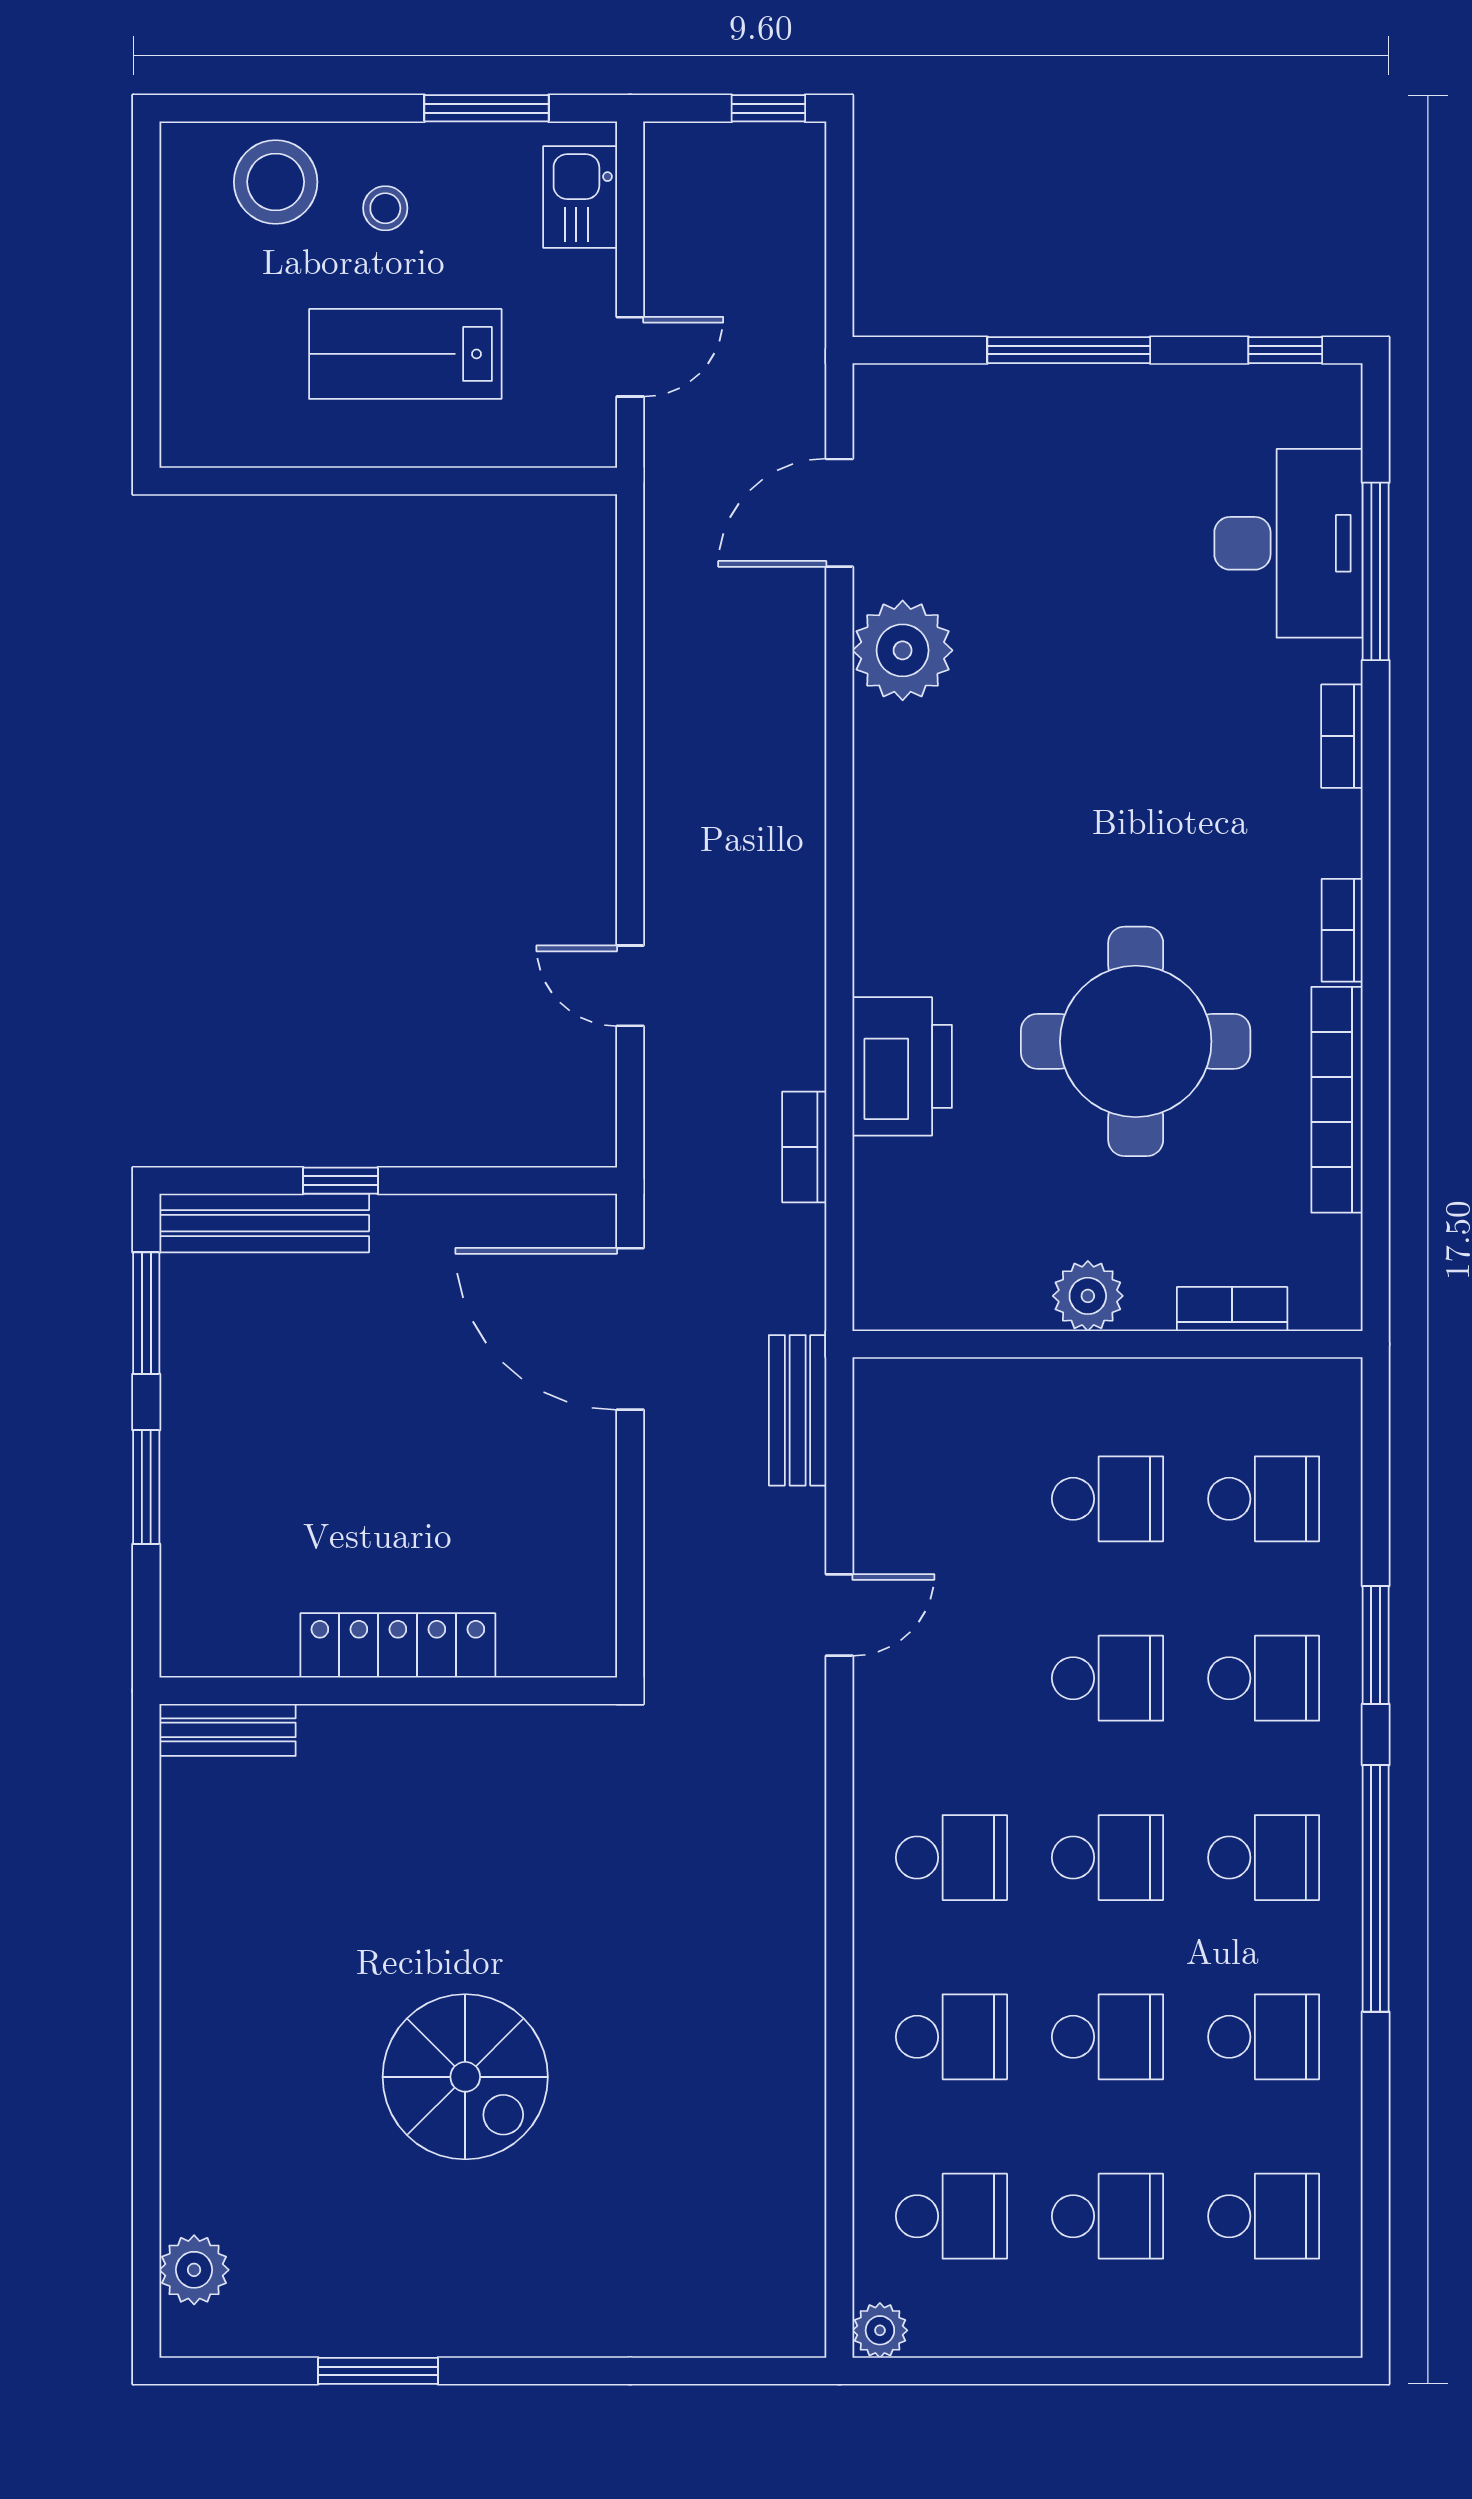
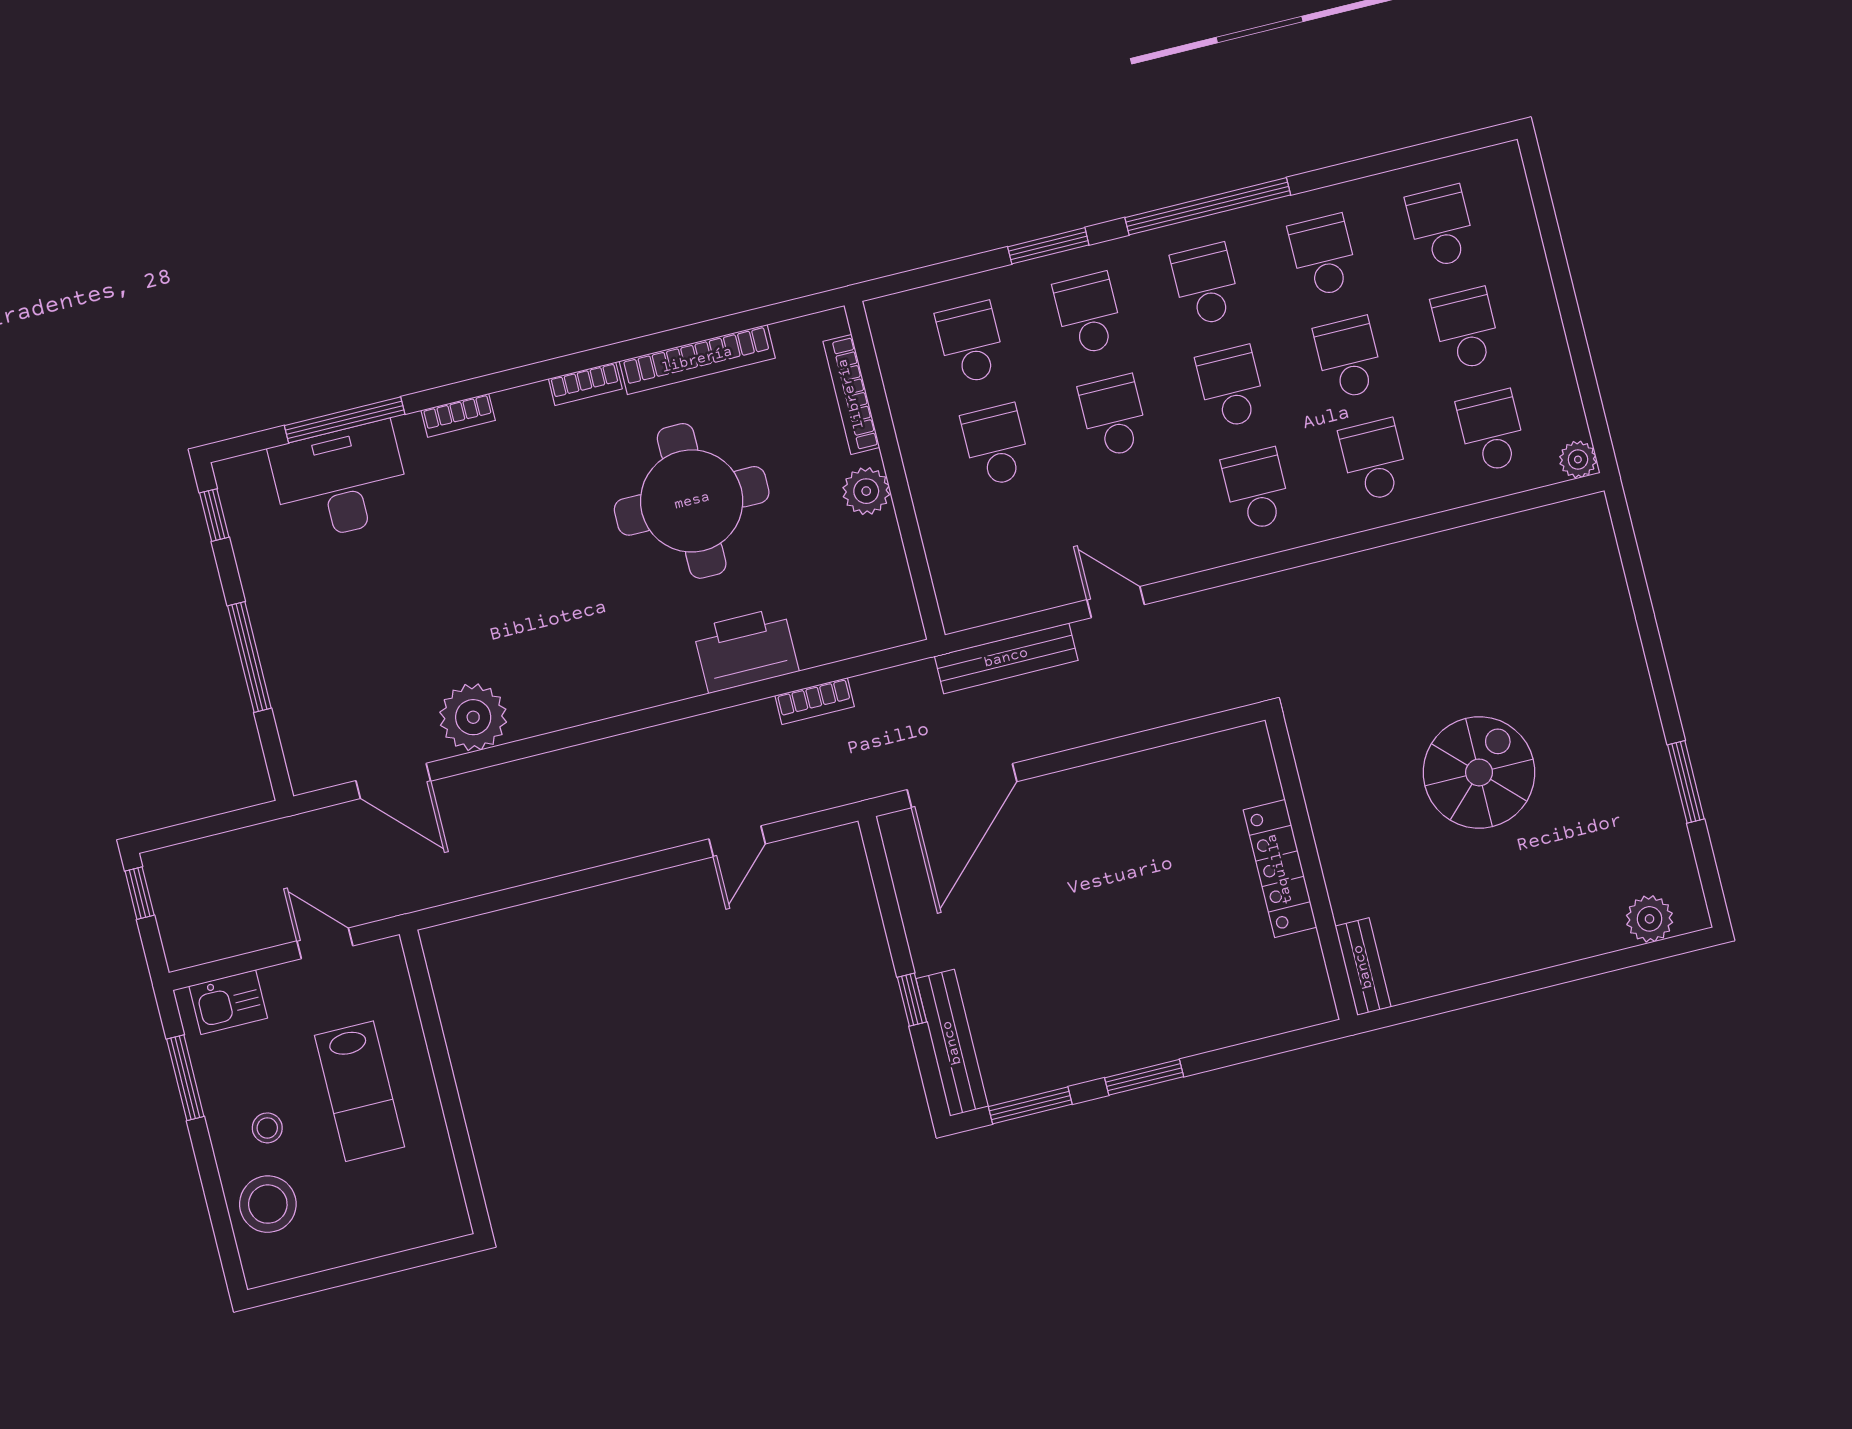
bookcase: (1232, 1309) -> (851, 394), width x1.56
bench: (798, 1410) -> (1006, 658), width x1.36
locker: (398, 1645) -> (1280, 869), moved
wall: (388, 1691) -> (1311, 868), moved
bench: (227, 1730) -> (1363, 967), moved

